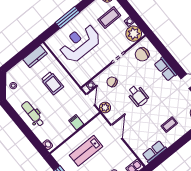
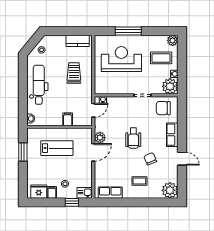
chair: (112, 82) -> (150, 159), moved
trolley: (52, 83) -> (74, 73), turned 180
plant: (105, 107) -> (100, 138), moved
dental chair: (33, 114) -> (39, 85), width x1.36, depth x1.38
lab bench: (86, 151) -> (57, 148), turned 180

